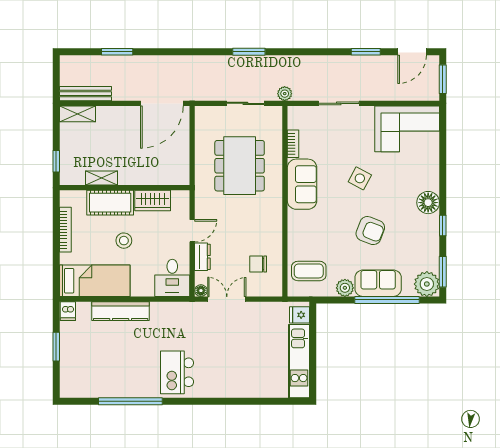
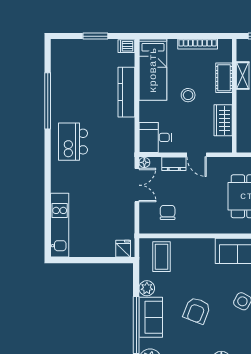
cot: (110, 203) -> (224, 78), width x0.73, depth x0.75
kitchen unit: (299, 361) -> (60, 225), moved, turned 90
kitchen island: (177, 372) -> (73, 142), turned -90

